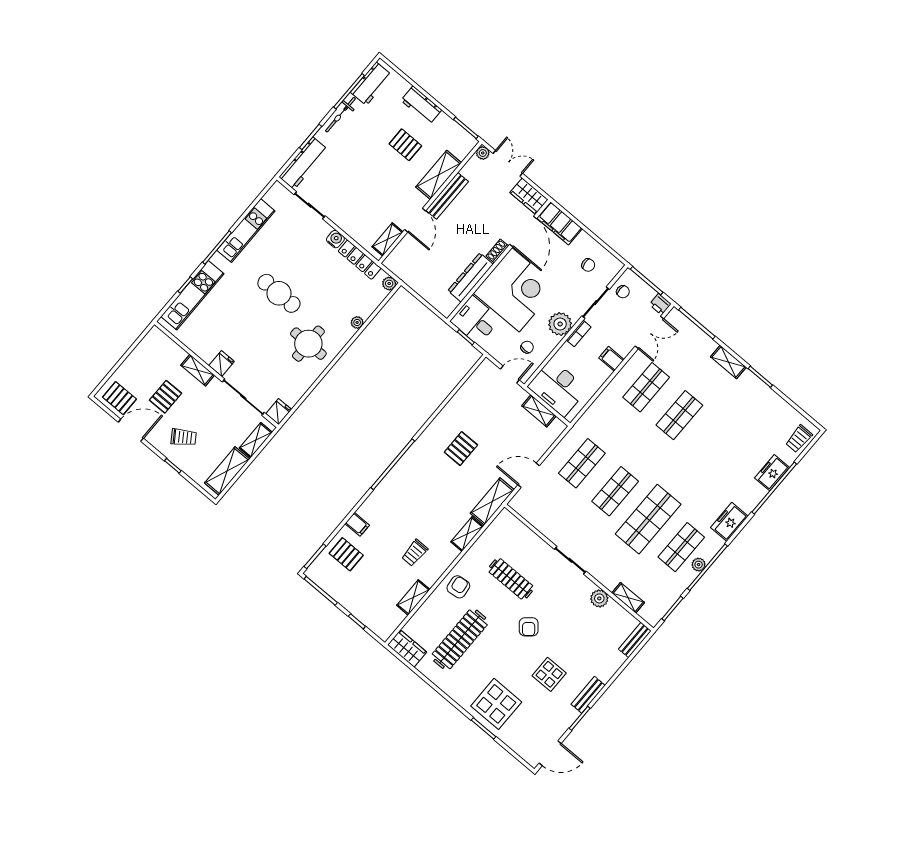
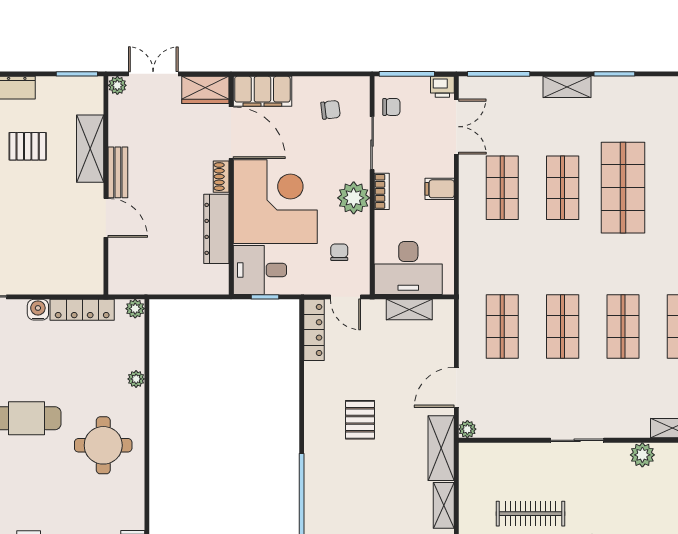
bench: (447, 196) -> (118, 172), width x0.73
shelving: (387, 239) -> (94, 263), removed
door: (510, 374) -> (345, 297), swing flipped
locker: (477, 378) -> (314, 330), added
shop shelf: (712, 443) -> (623, 188), added
plant: (515, 503) -> (467, 429), added
shop shelf: (648, 519) -> (623, 326), width x0.70, depth x0.74

